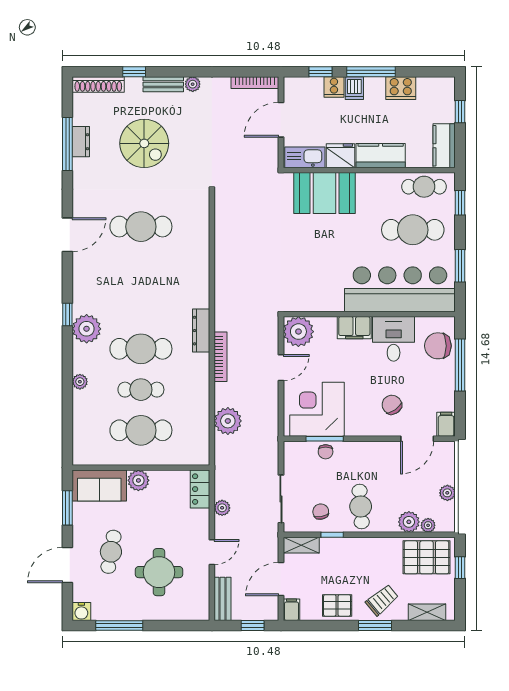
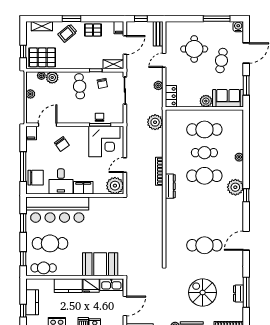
kitchen counter: (444, 146) -> (32, 302), moved
plant: (228, 421) -> (155, 122), moved

